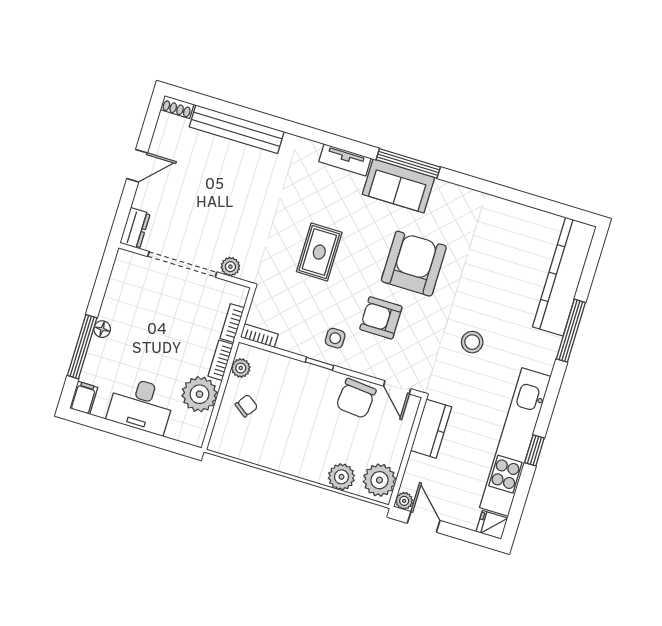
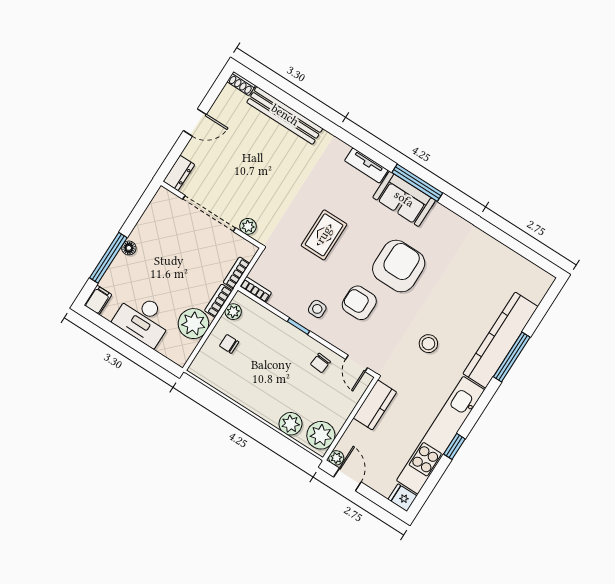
kitchen counter: (564, 277) -> (500, 340), moved
chair: (356, 398) -> (320, 363), width x0.54, depth x0.54
chair: (246, 406) -> (229, 344), turned -126

